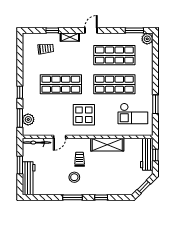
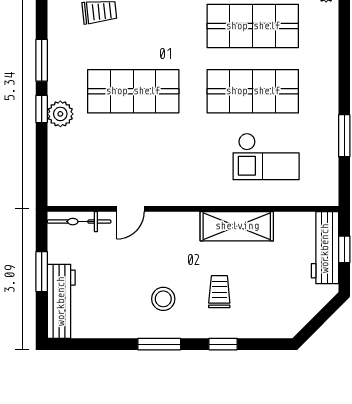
checkout: (133, 114) -> (266, 156), moved
display table: (84, 115) -> (185, 159), removed
window: (20, 118) -> (42, 60), moved
plant: (28, 119) -> (60, 114), moved
trolley: (80, 159) -> (219, 292), moved
window: (144, 187) -> (319, 320), removed

